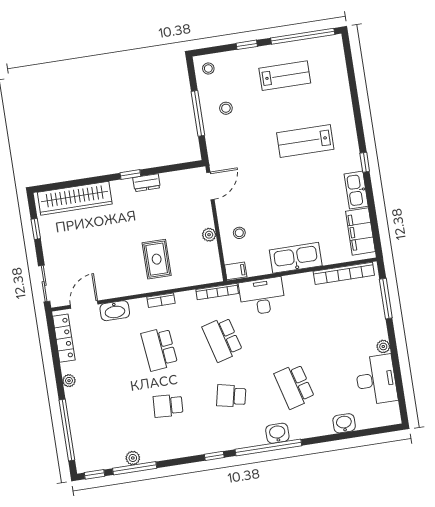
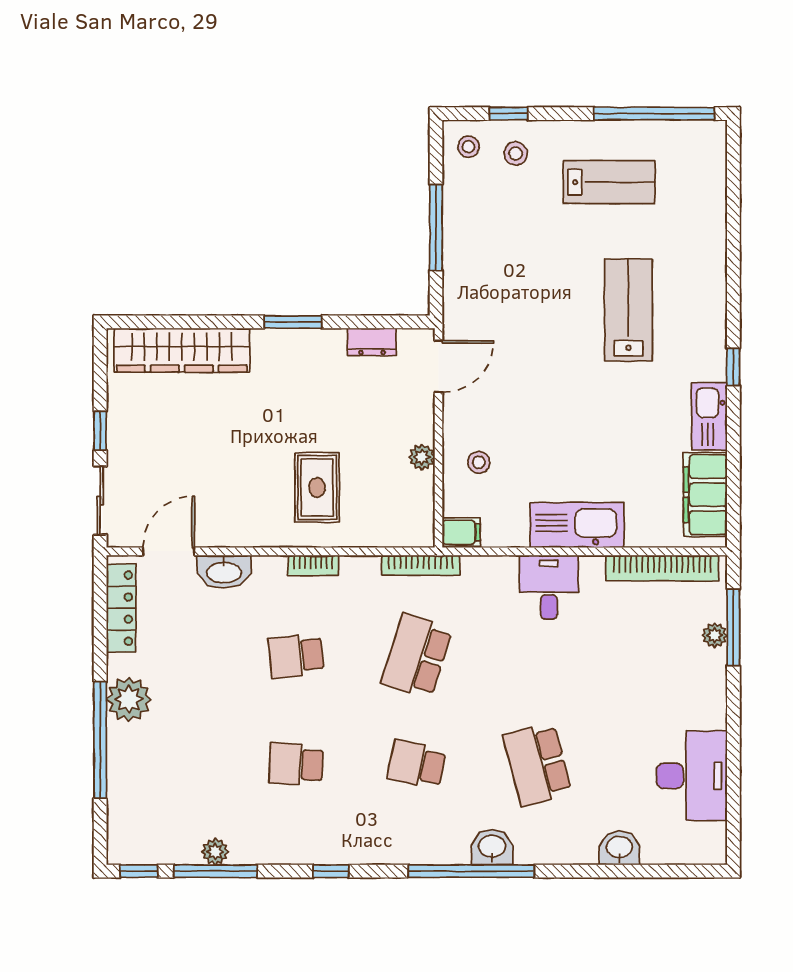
window: (247, 45) -> (509, 114), moved
stool: (226, 108) -> (516, 153), moved
lab bench: (305, 141) -> (628, 310), turned 90
window: (130, 174) -> (293, 322), width x1.50
dresser: (147, 183) -> (372, 342), moved
window: (36, 229) -> (100, 431), moved
desk: (262, 296) -> (549, 587), moved, width x0.73
school desk: (222, 339) -> (417, 656), turned 33
plant: (383, 346) -> (715, 635), moved
school desk: (159, 349) -> (296, 656), width x0.54
plant: (69, 381) -> (129, 699), width x1.87, depth x1.87
window: (67, 430) -> (100, 740), moved
window: (214, 456) -> (331, 871), moved

